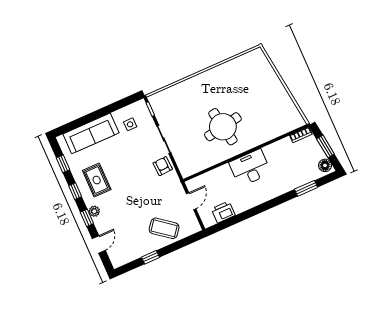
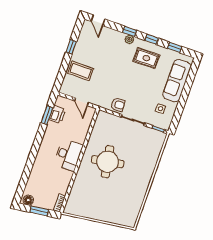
window: (306, 188) -> (47, 115), moved
coffee table: (164, 228) -> (81, 71), turned 52
door: (99, 244) -> (98, 20), moved

